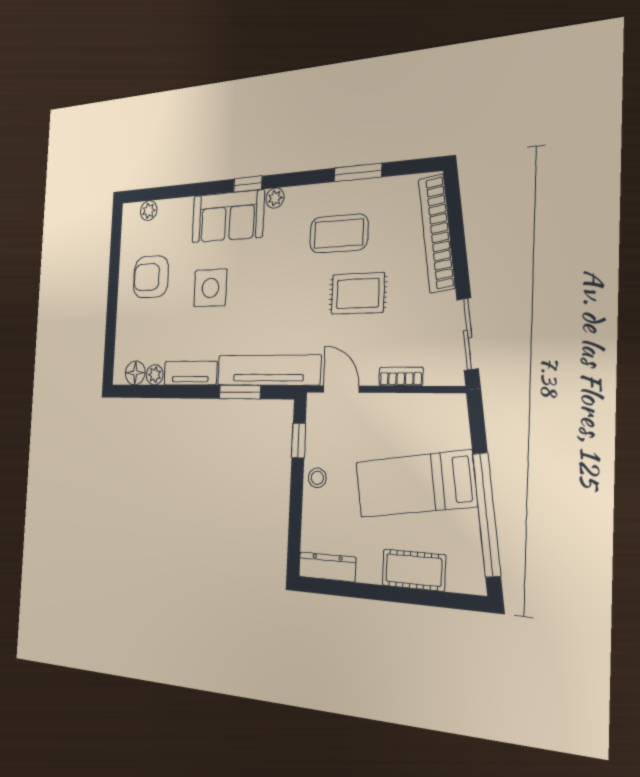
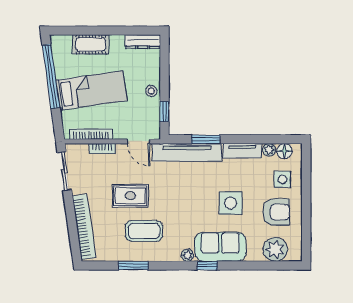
plant: (149, 211) -> (275, 249), width x1.88, depth x1.88
side table: (140, 328) -> (282, 179), added
bookcase: (418, 403) -> (91, 134), added

